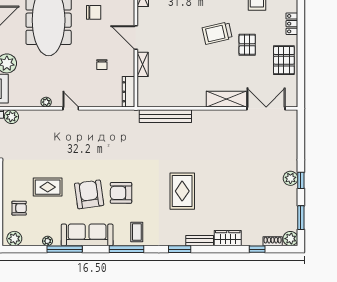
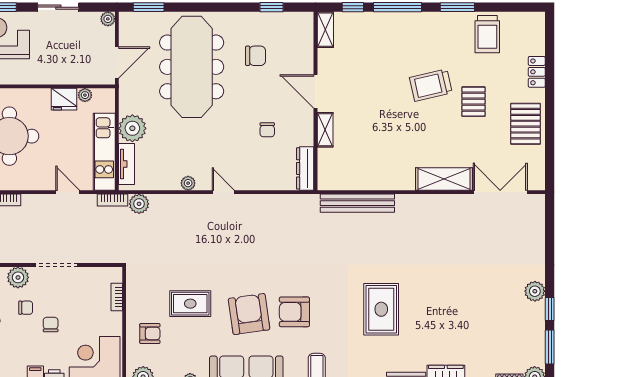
window: (301, 180) -> (550, 309), moved

